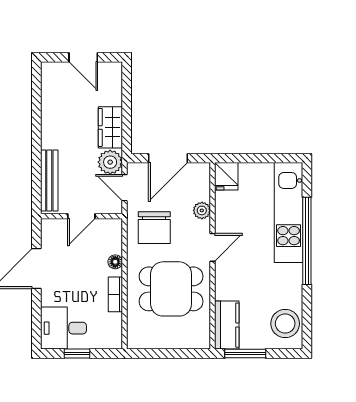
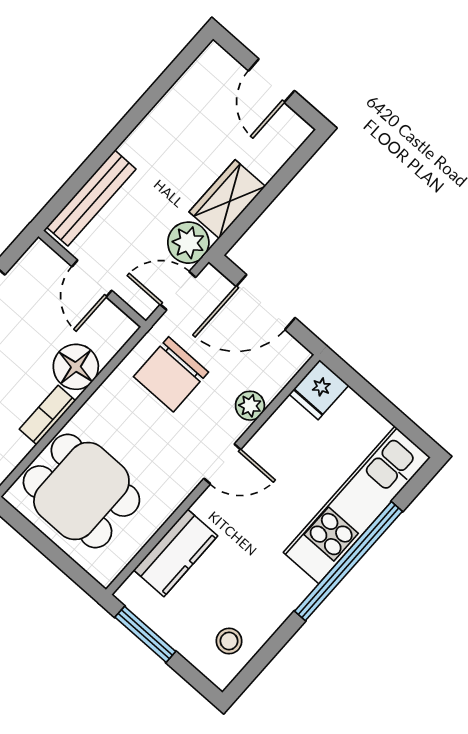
door: (124, 188) -> (178, 291), hinge flipped
door: (81, 216) -> (92, 279), hinge flipped
floor lamp: (115, 262) -> (76, 367), width x1.89, depth x1.89
dining table: (171, 289) -> (81, 491), moved
stool: (285, 324) -> (229, 641), width x0.53, depth x0.53
kitchen counter: (227, 325) -> (176, 553), moved

